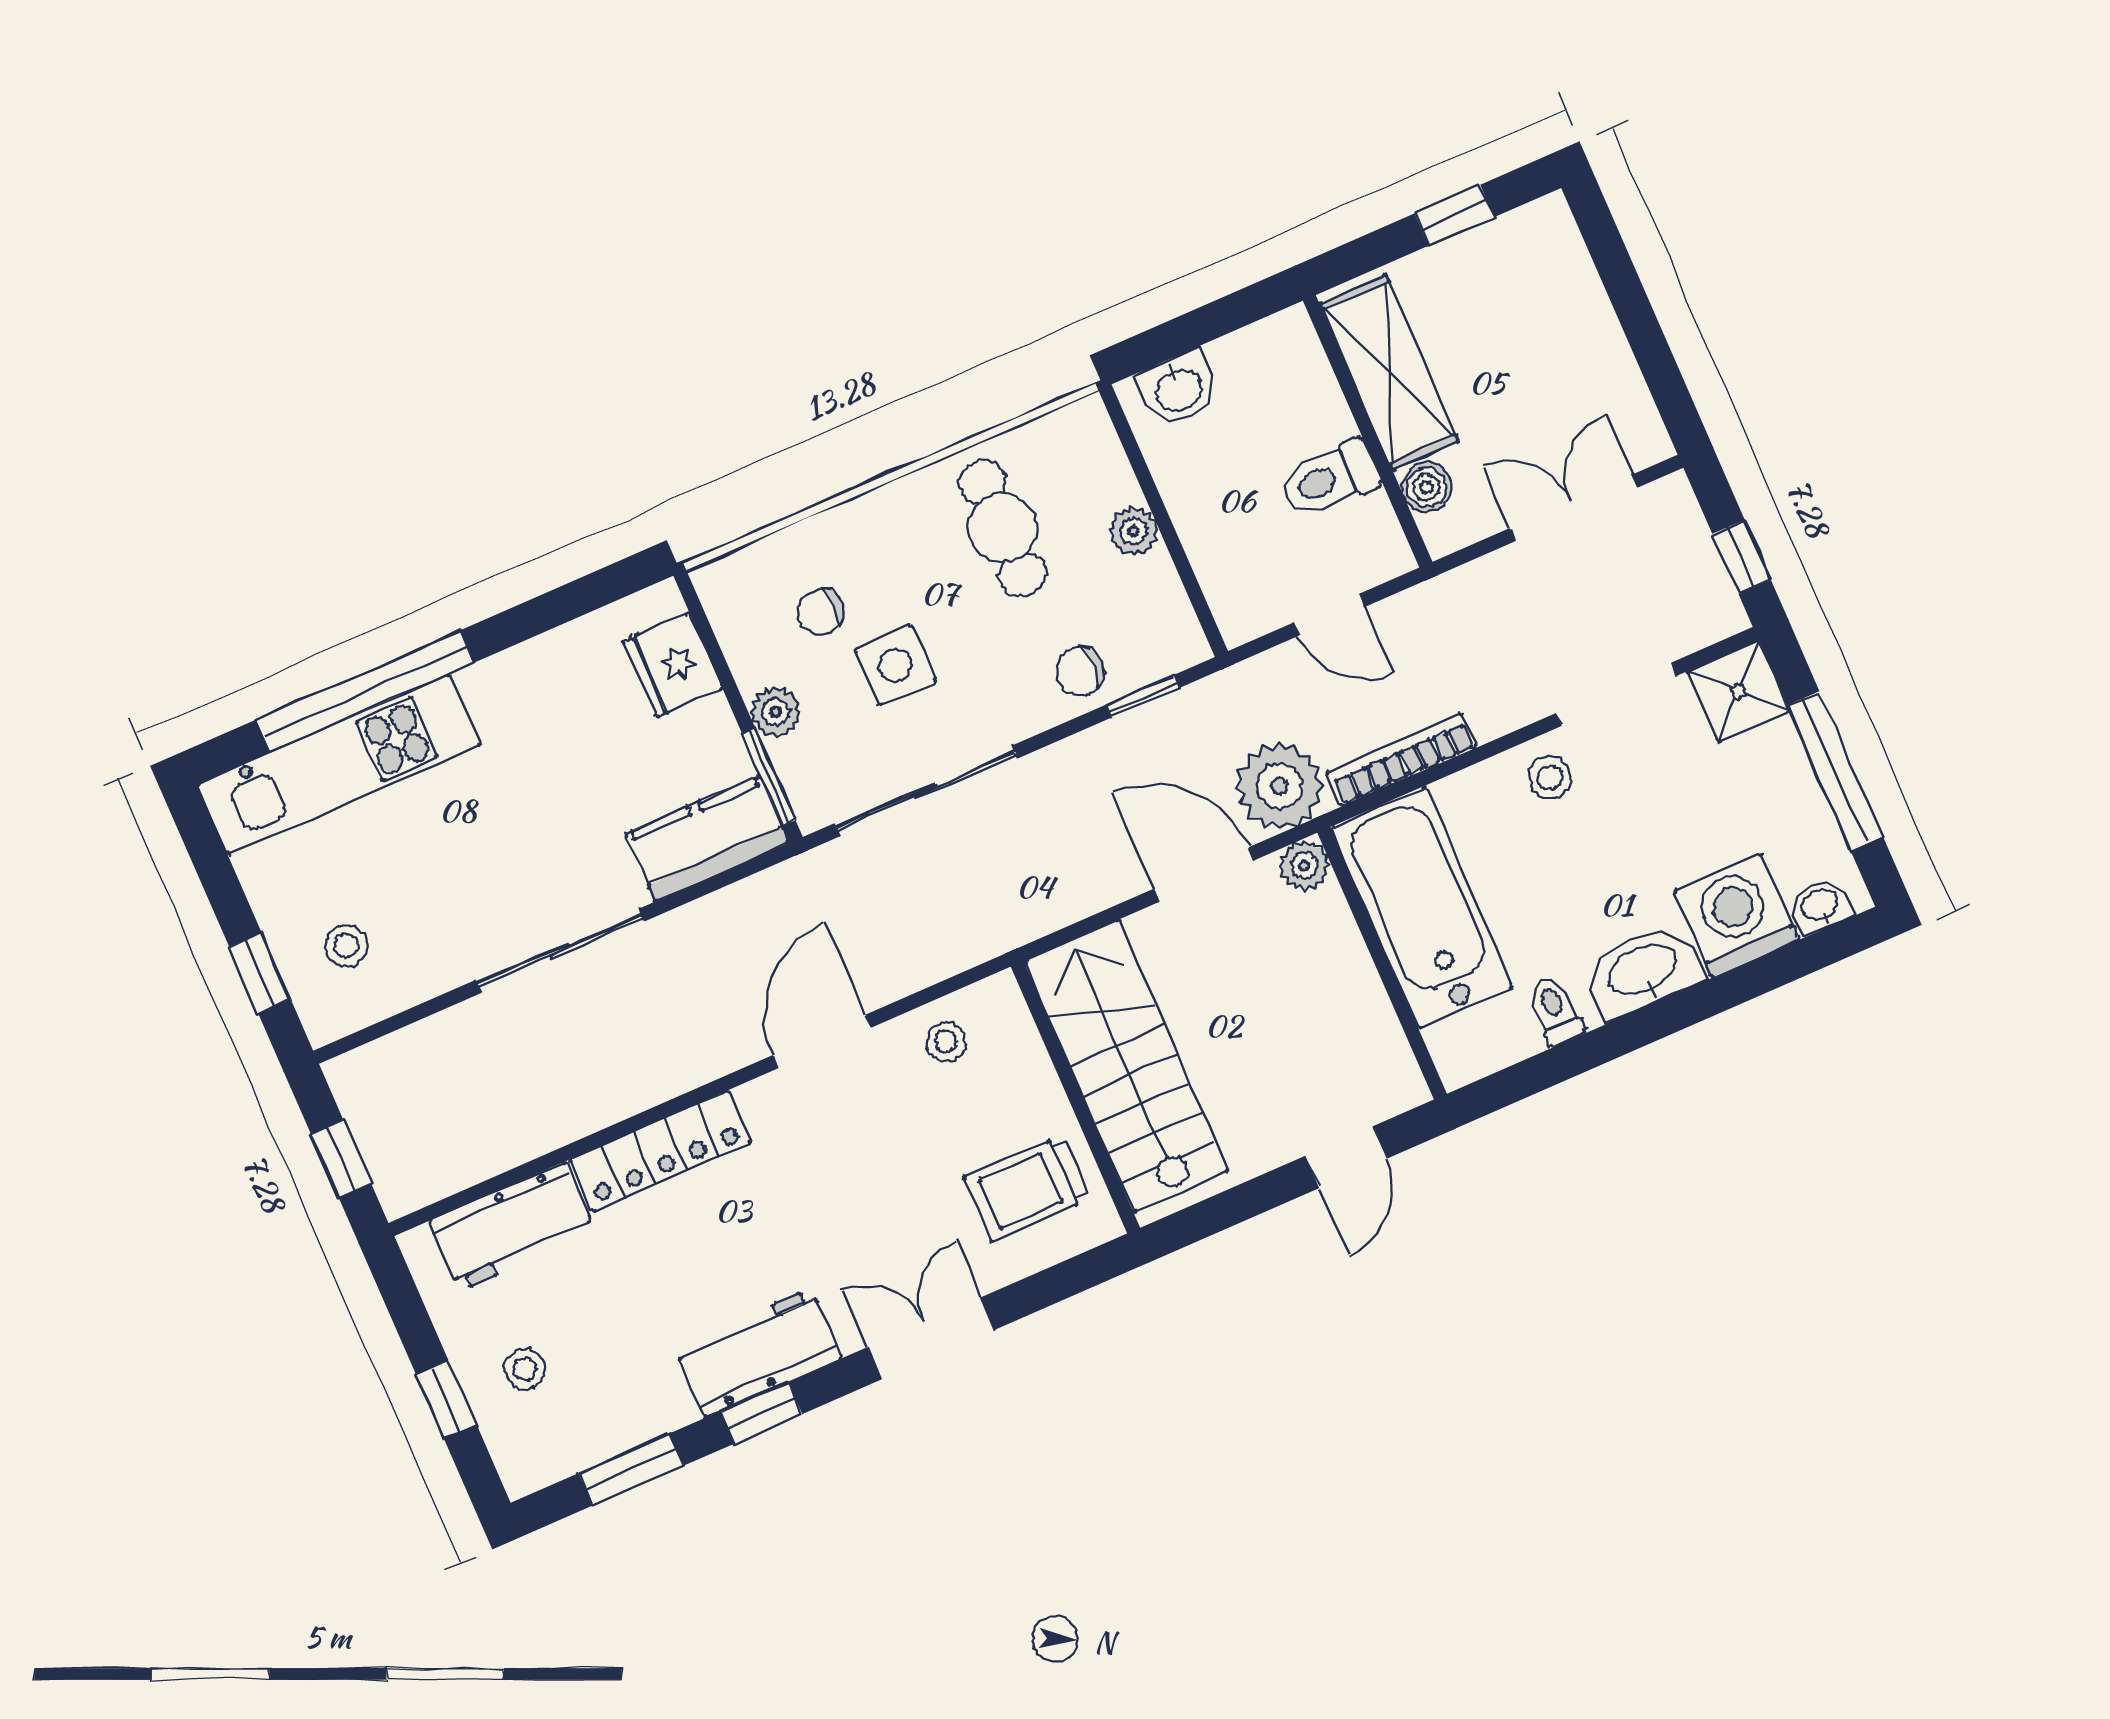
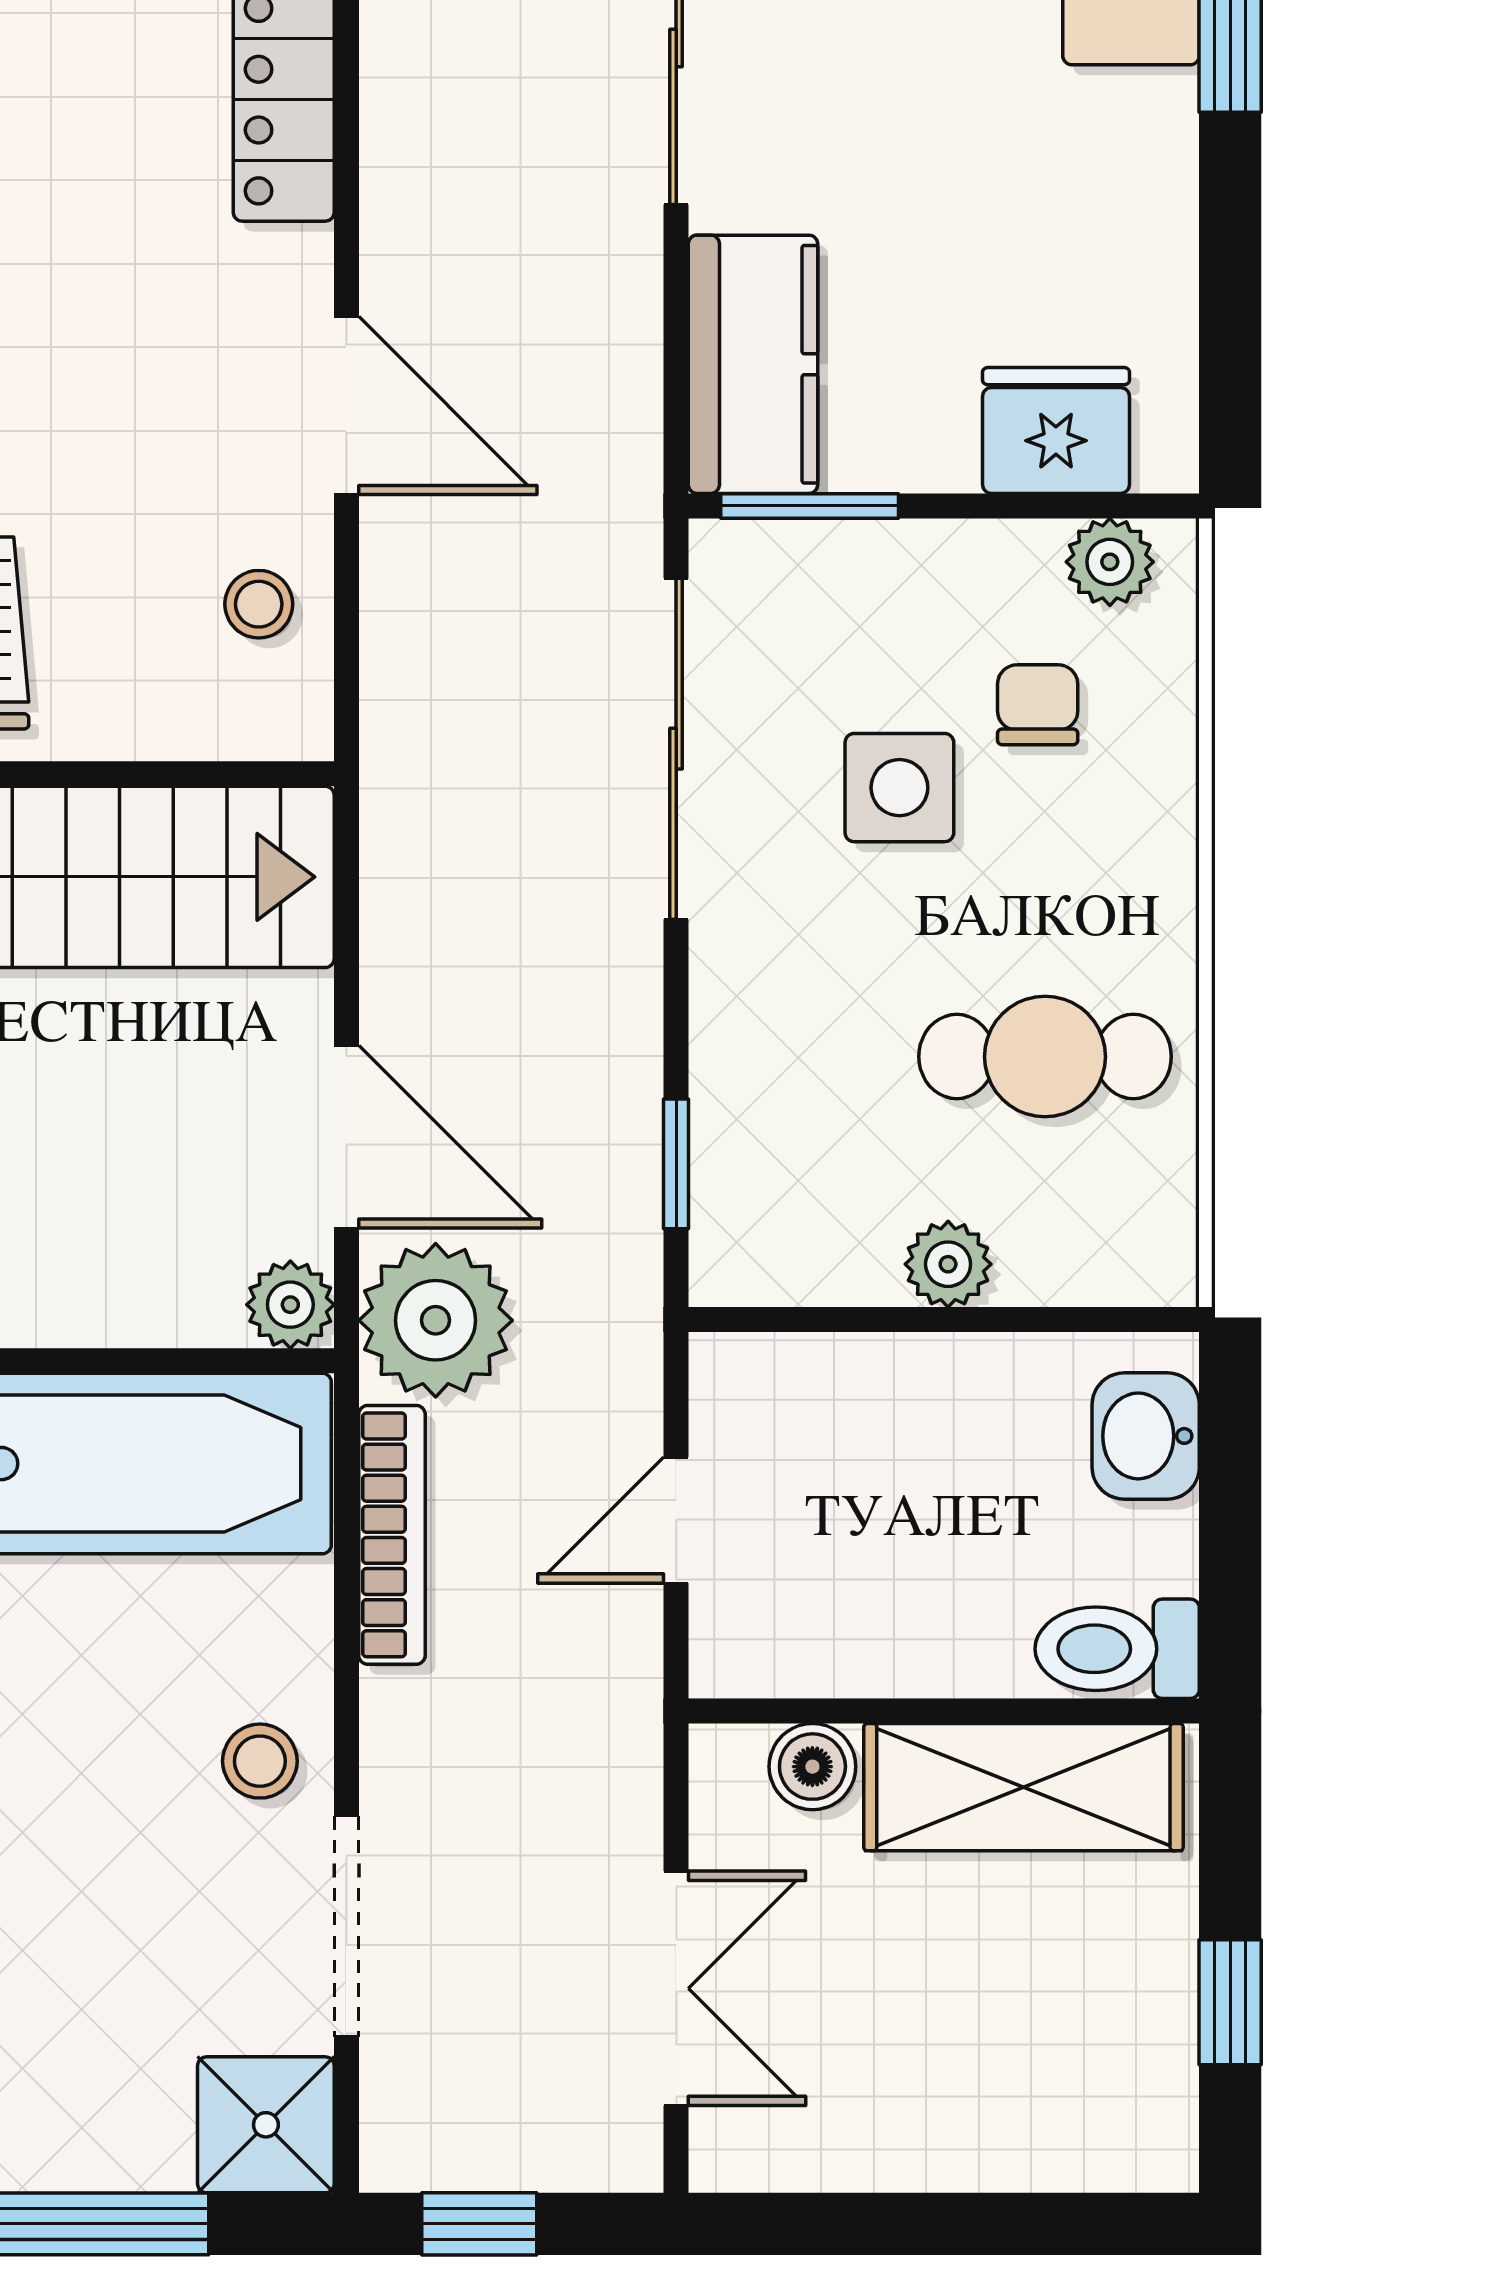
toilet: (1330, 479) -> (1117, 1649), moved, turned -90
chair: (1080, 671) -> (760, 1080), removed
plant: (775, 712) -> (1110, 562), moved
door: (1204, 874) -> (346, 1137), hinge flipped

